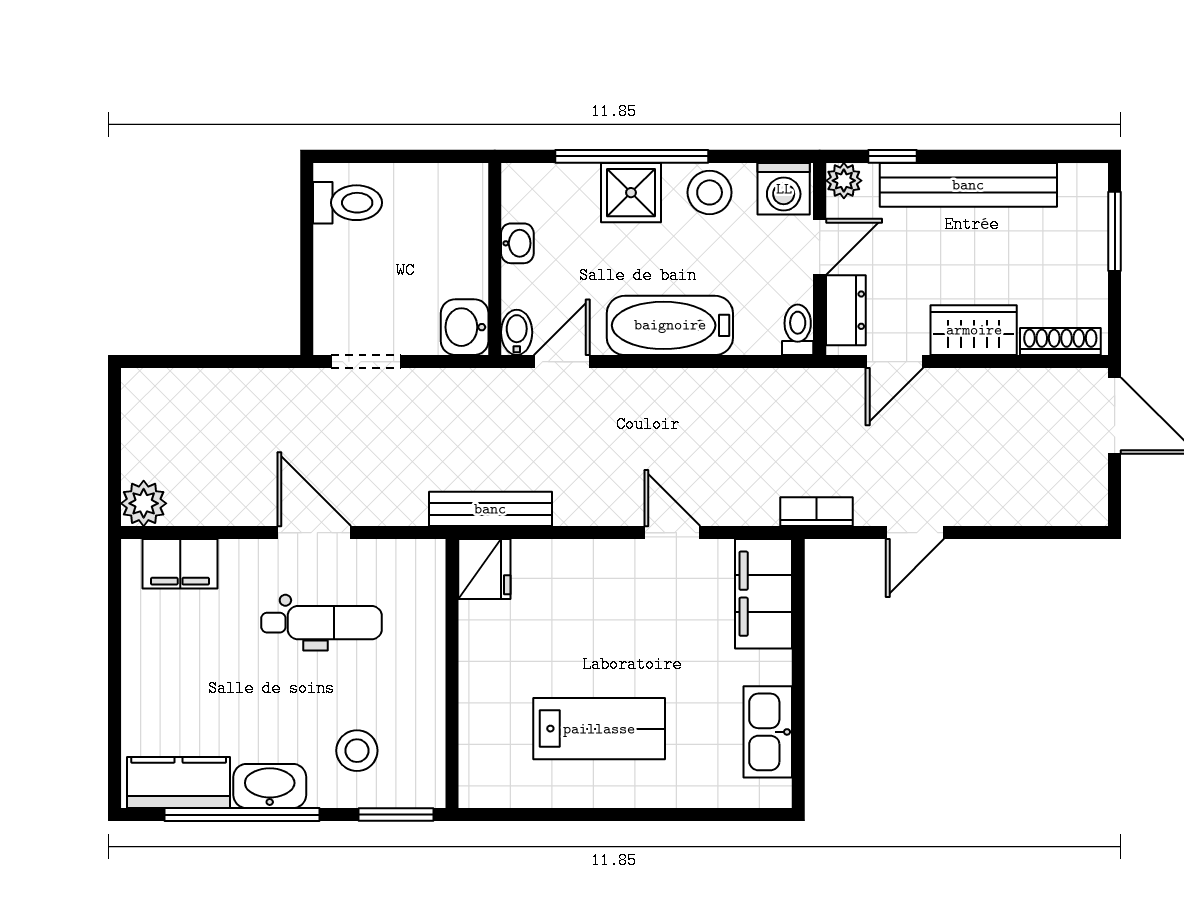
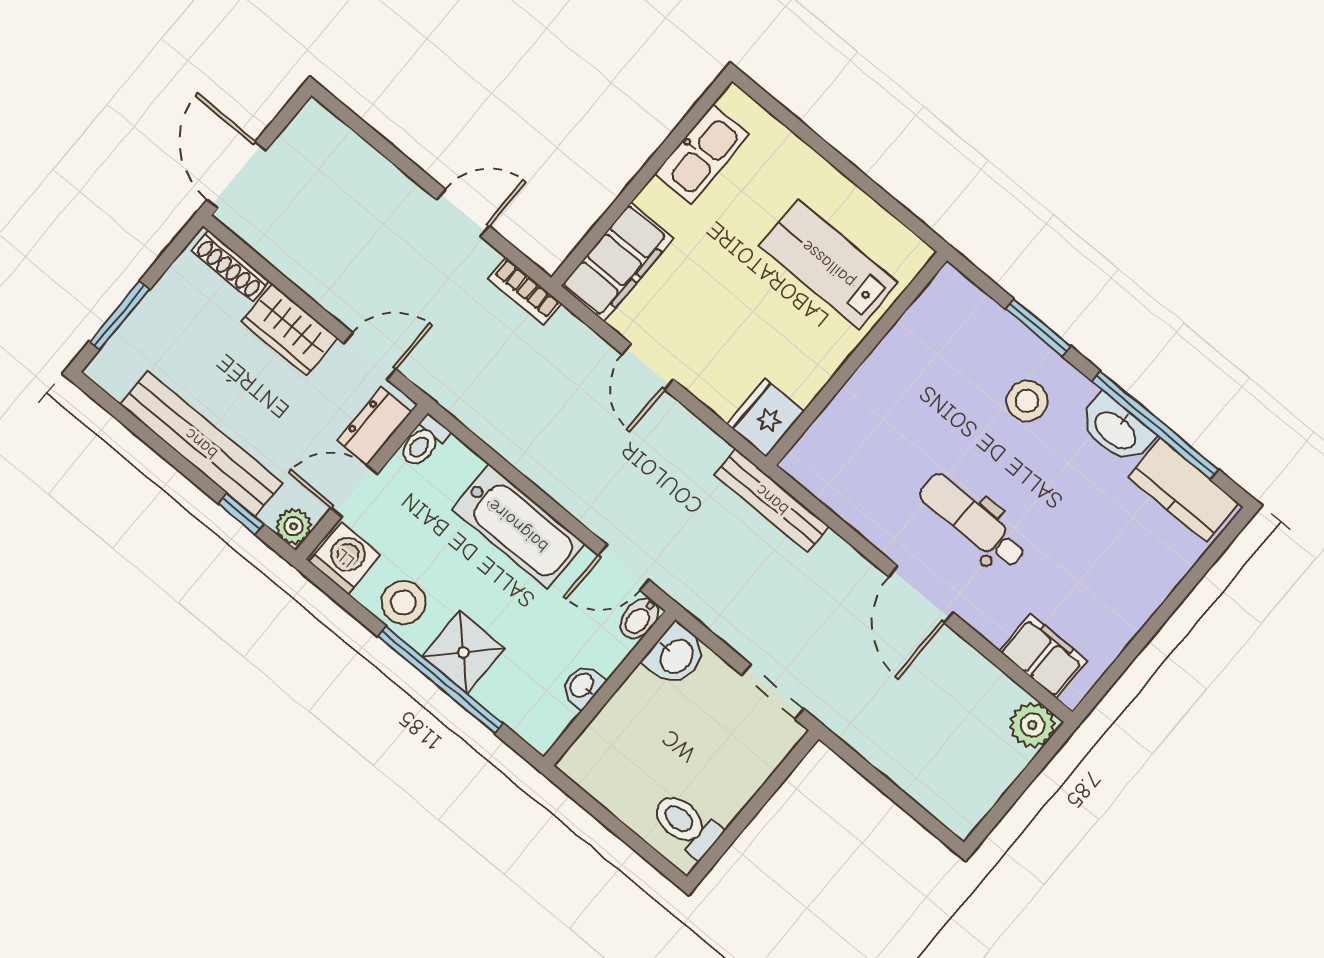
fridge: (484, 569) -> (766, 418), moved
wall: (452, 674) -> (857, 359), moved

